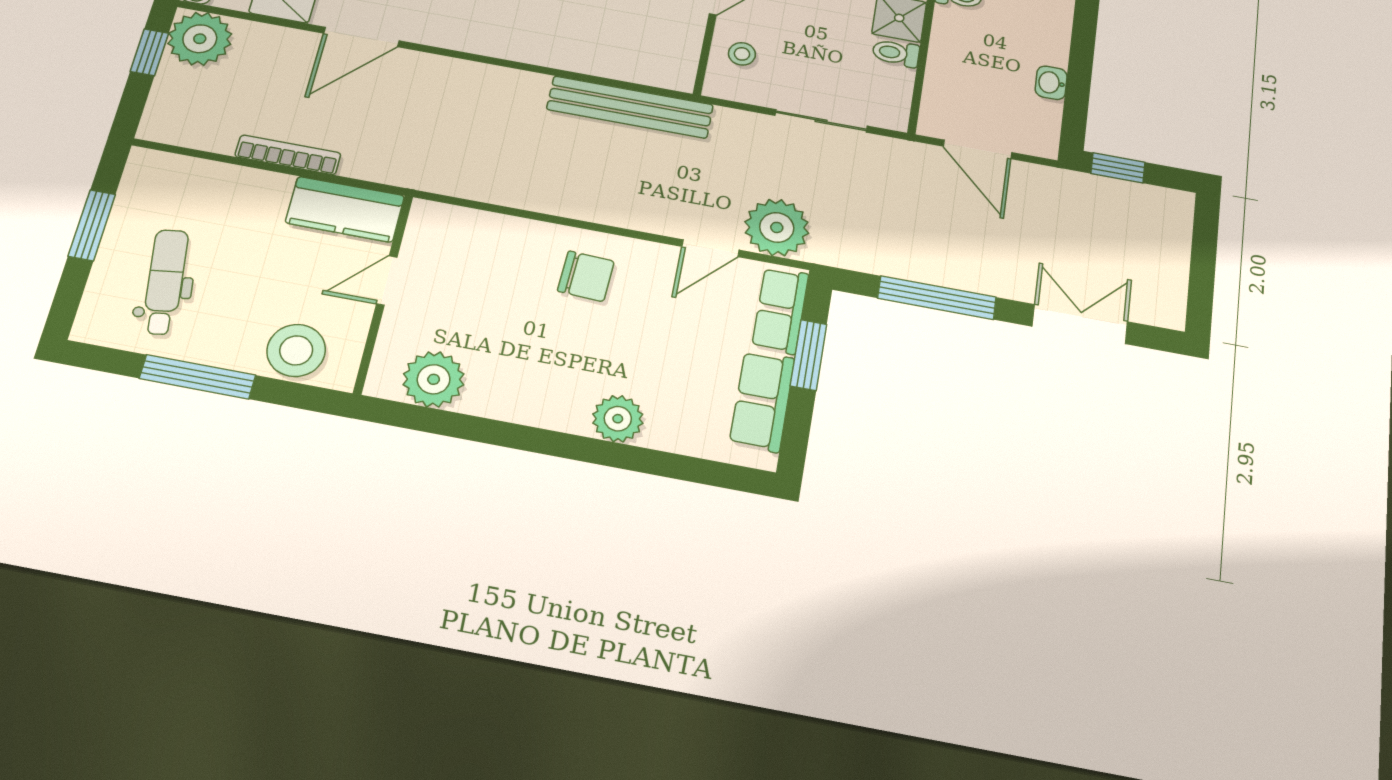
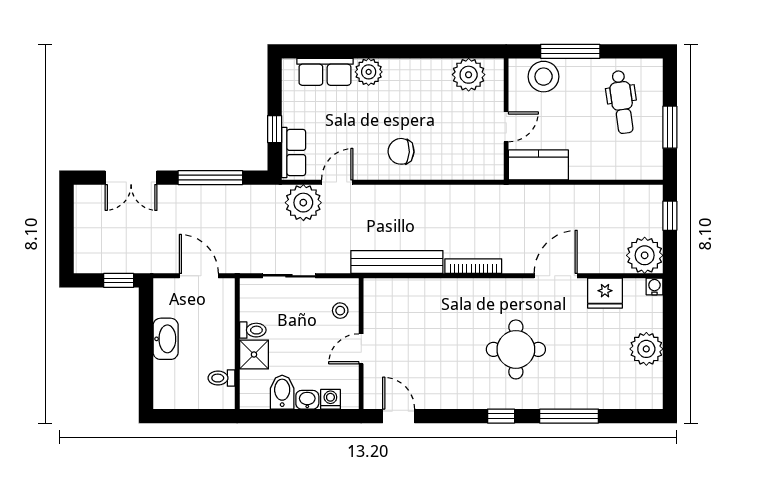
window: (149, 52) -> (670, 216), moved
washbasin: (1051, 83) -> (166, 339), width x1.91, depth x1.45
bookcase: (288, 155) -> (473, 266), moved, turned 180
window: (809, 355) -> (275, 129), width x0.67
window: (197, 377) -> (570, 51), moved
row of seats: (762, 401) -> (325, 72), moved, turned 90

